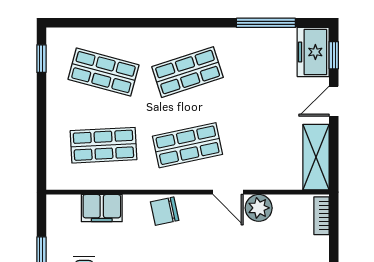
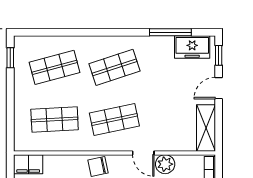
freezer: (313, 52) -> (192, 47), moved, turned -90
shop shelf: (103, 72) -> (55, 67), turned -30
filing cabinet: (102, 208) -> (28, 164), moved

